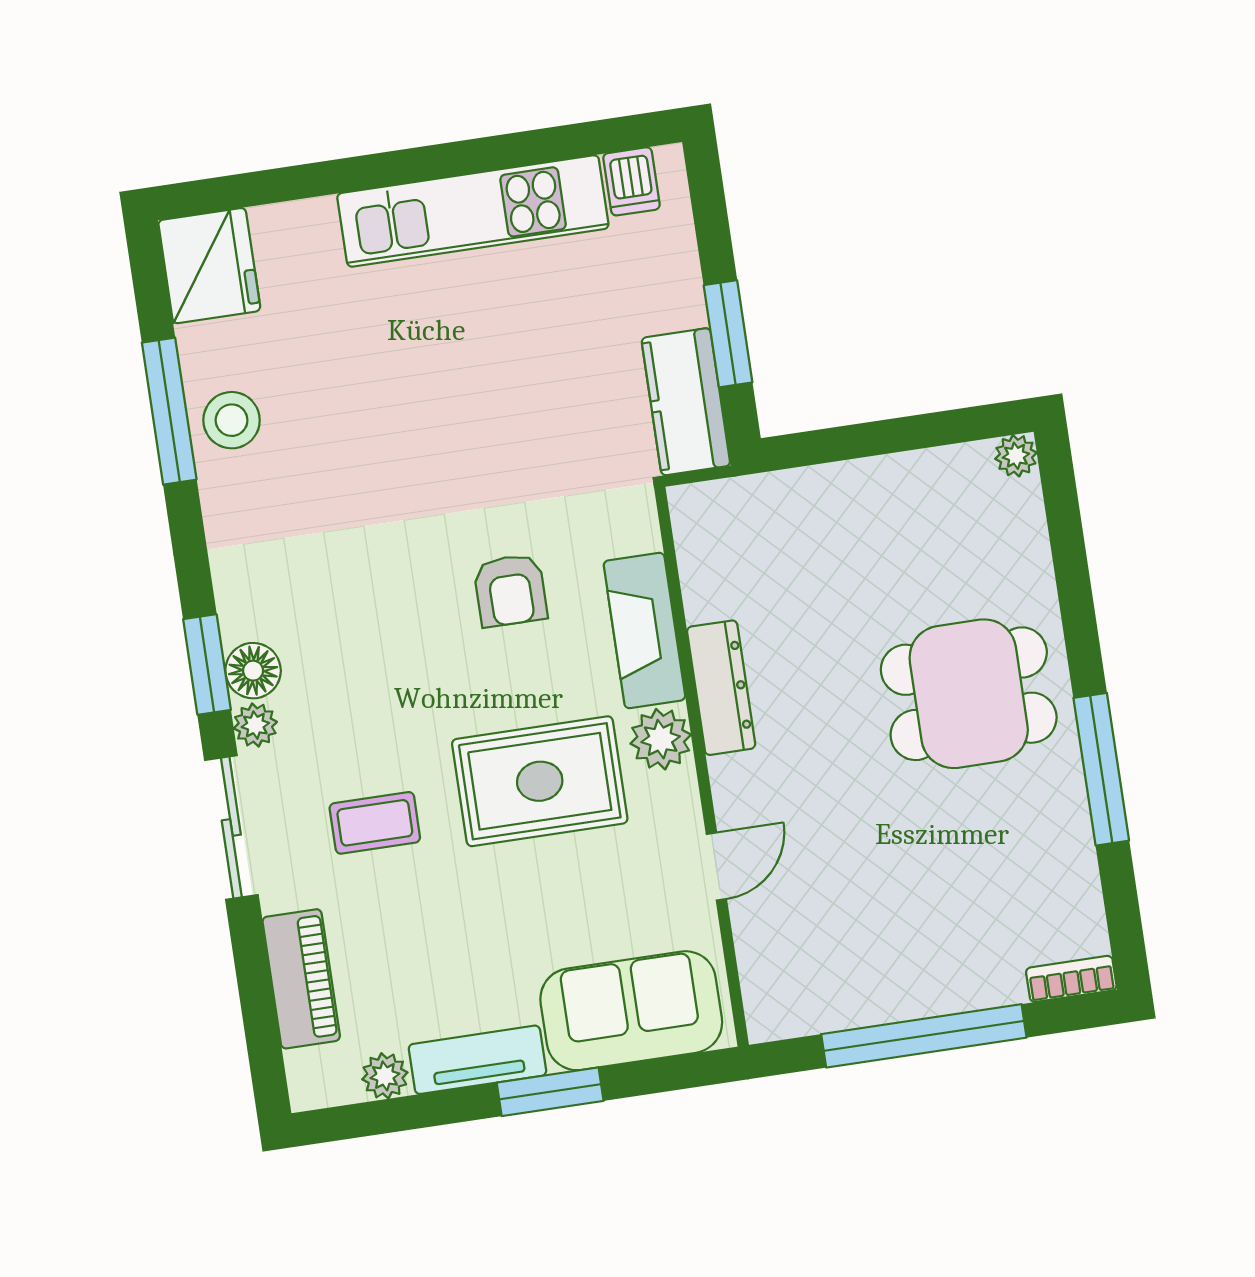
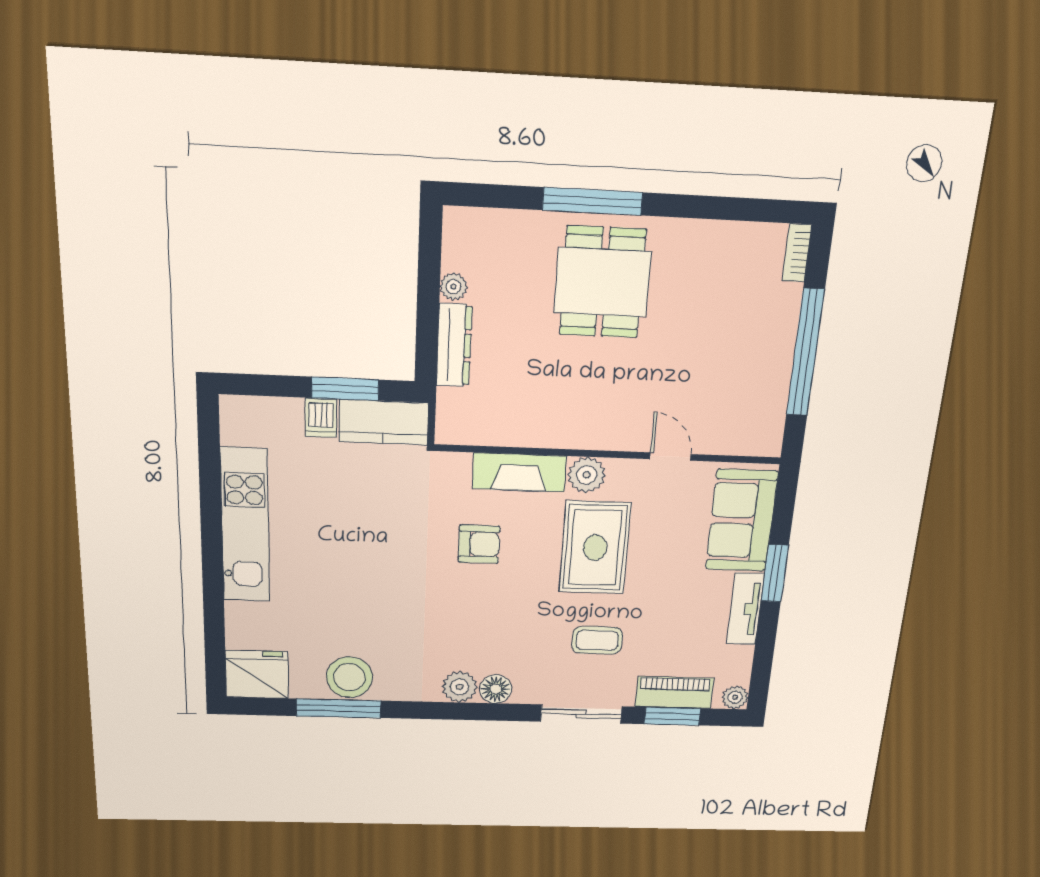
dishwasher: (631, 181) -> (321, 418), moved, turned 90
stool: (232, 420) -> (349, 677), width x1.38, depth x1.38
plant: (1016, 456) -> (454, 287), moved
window: (207, 664) -> (672, 716), moved
dresser: (721, 688) -> (454, 345), moved, turned 90
plant: (255, 725) -> (460, 687), moved, width x1.38, depth x1.38
window: (1101, 769) -> (592, 201), moved
coffee table: (375, 823) -> (597, 640), turned 90
plant: (385, 1076) -> (735, 697), moved

